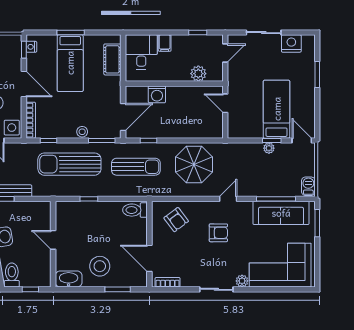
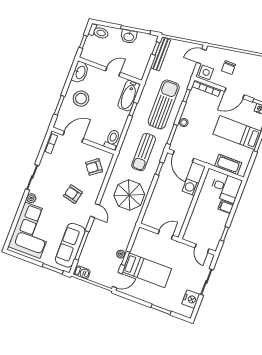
plant: (198, 74) -> (194, 223), removed
bathtub: (75, 210) -> (129, 96), added
armchair: (218, 233) -> (73, 194), turned 103

